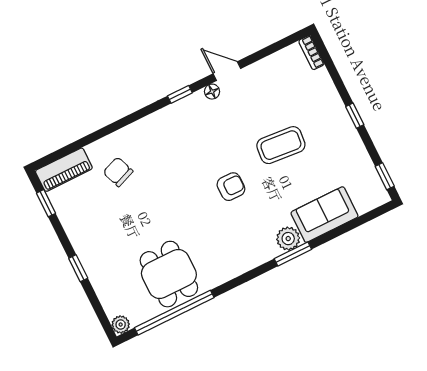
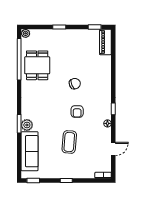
door: (227, 71) -> (113, 149), moved
chair: (118, 172) -> (75, 84), moved
armchair: (231, 187) -> (77, 112), moved
sofa: (324, 215) -> (30, 151), width x1.36
dining table: (169, 274) -> (37, 65), turned 90

